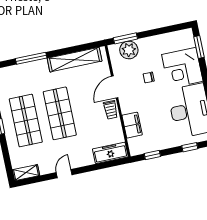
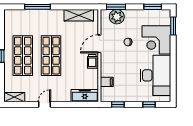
window: (169, 29) -> (153, 7), added
shelving: (75, 60) -> (79, 15), width x0.68
filing cabinet: (132, 125) -> (107, 82), width x0.50

